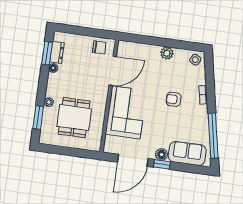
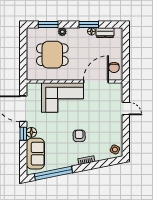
door: (149, 40) -> (126, 109), added
window: (47, 53) -> (89, 24), moved
plant: (167, 53) -> (117, 125), removed
door: (113, 71) -> (96, 82), swing flipped

